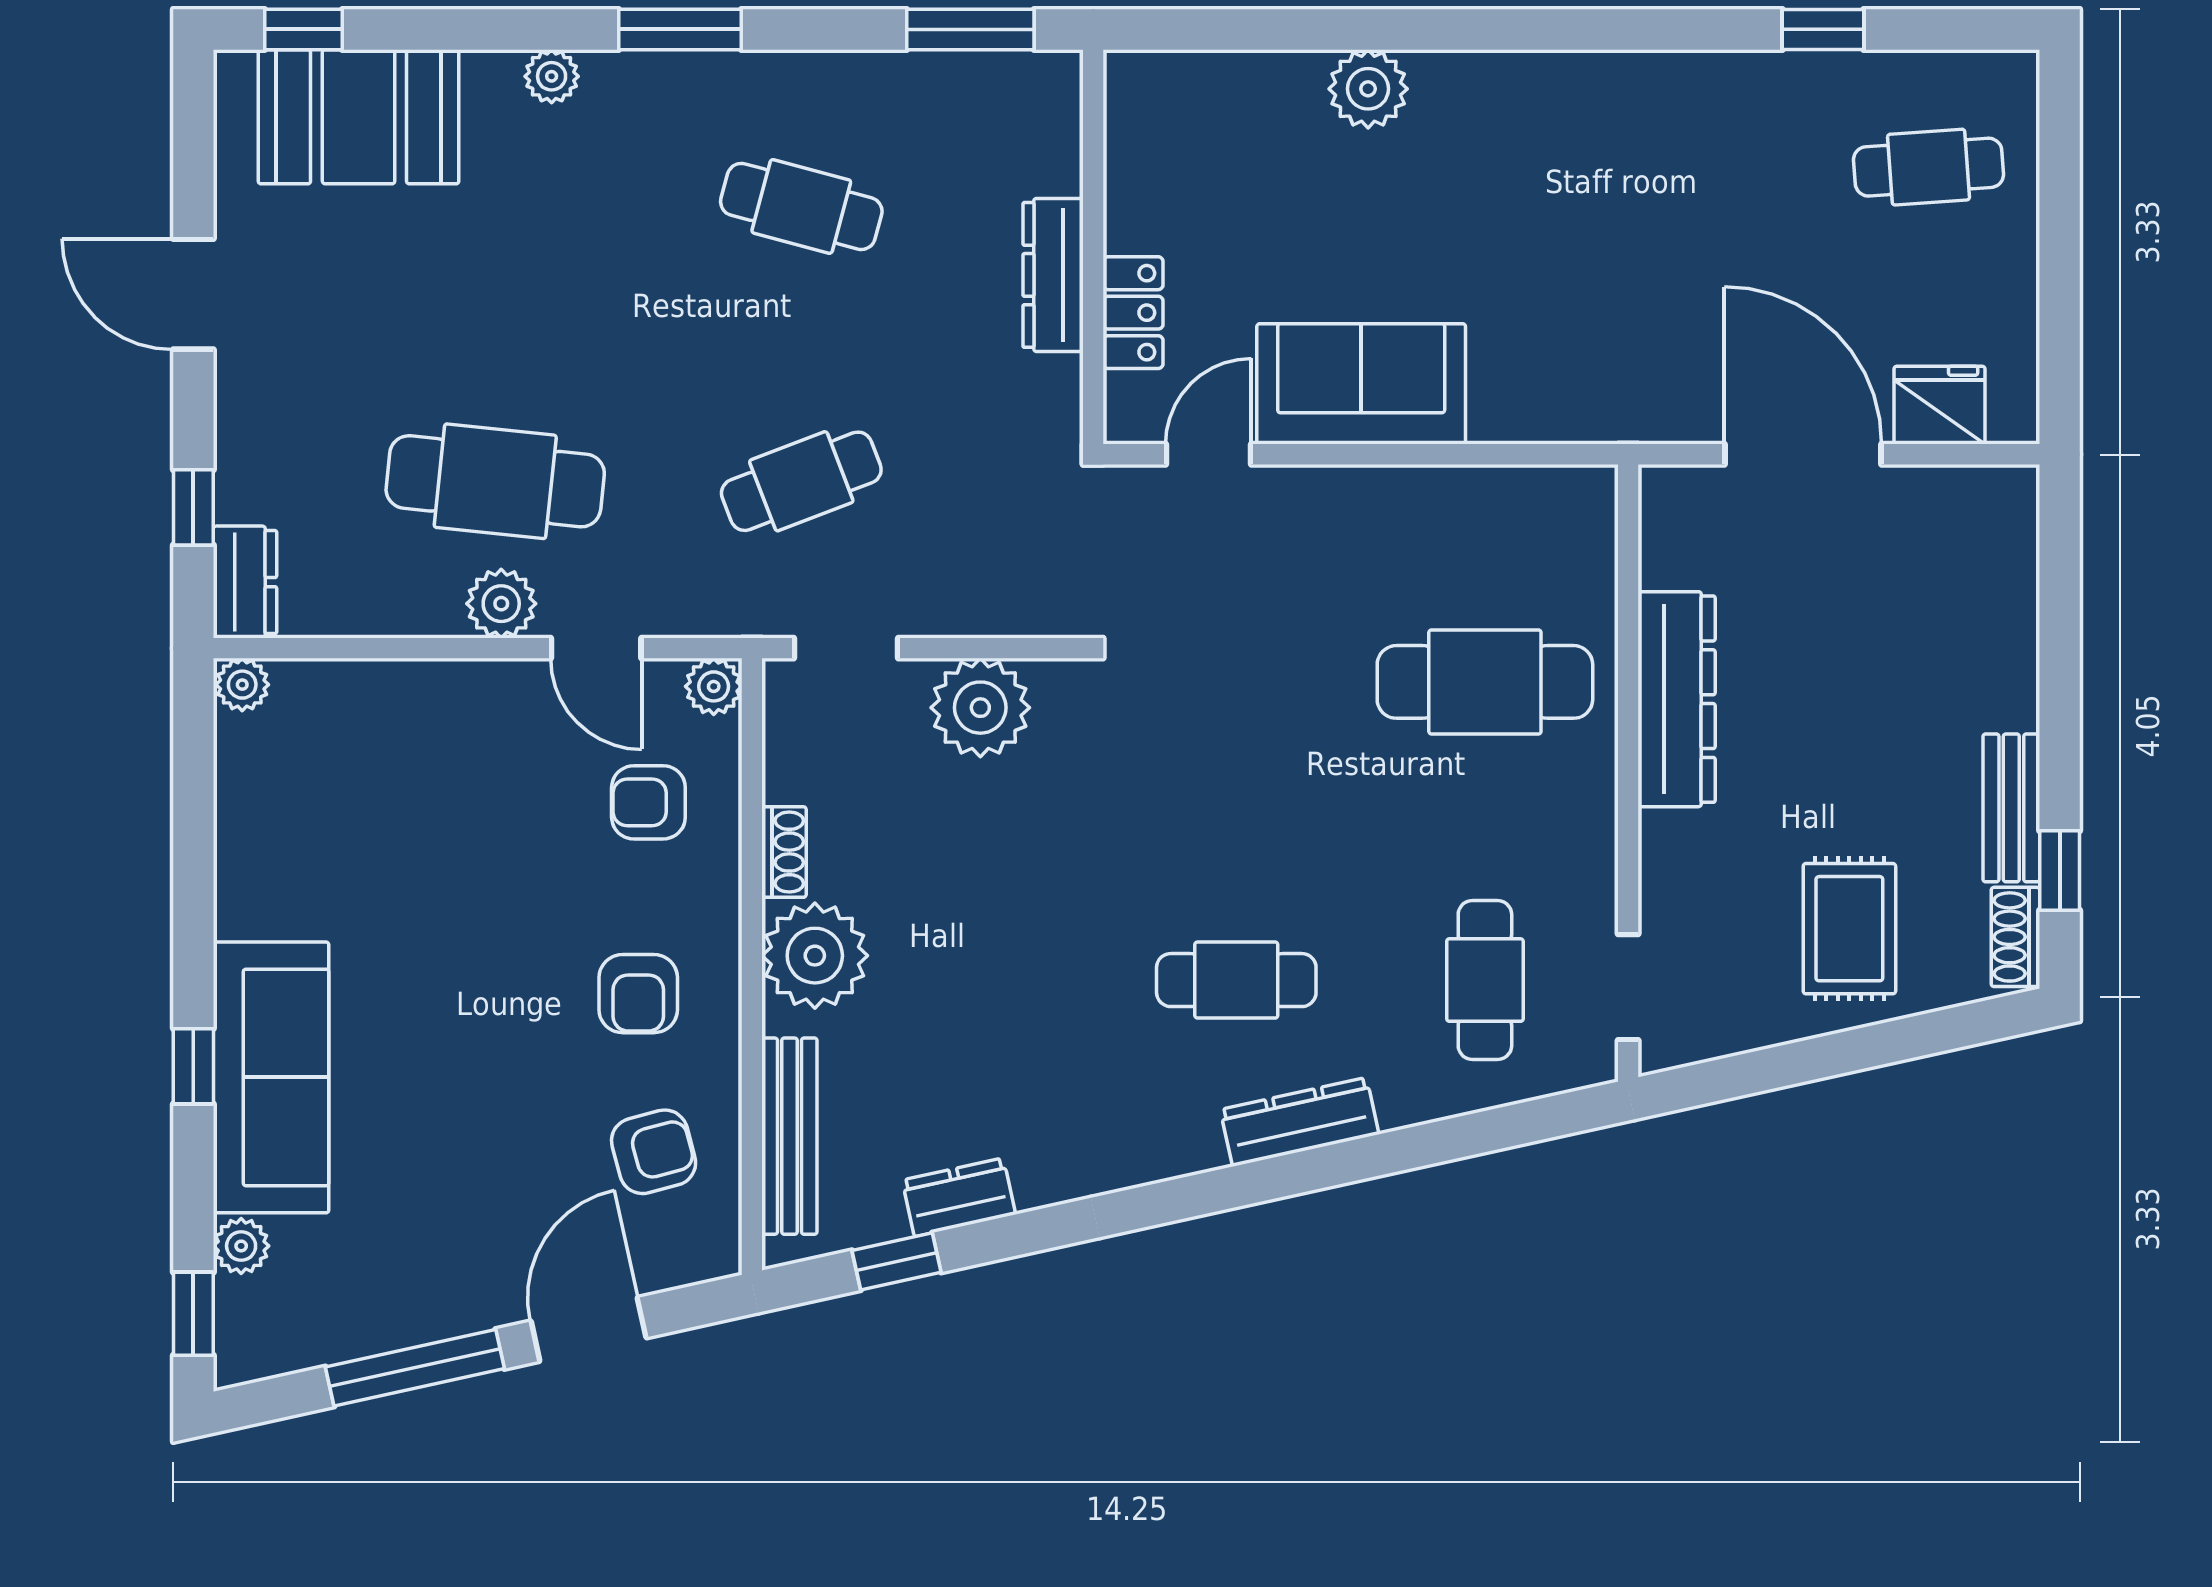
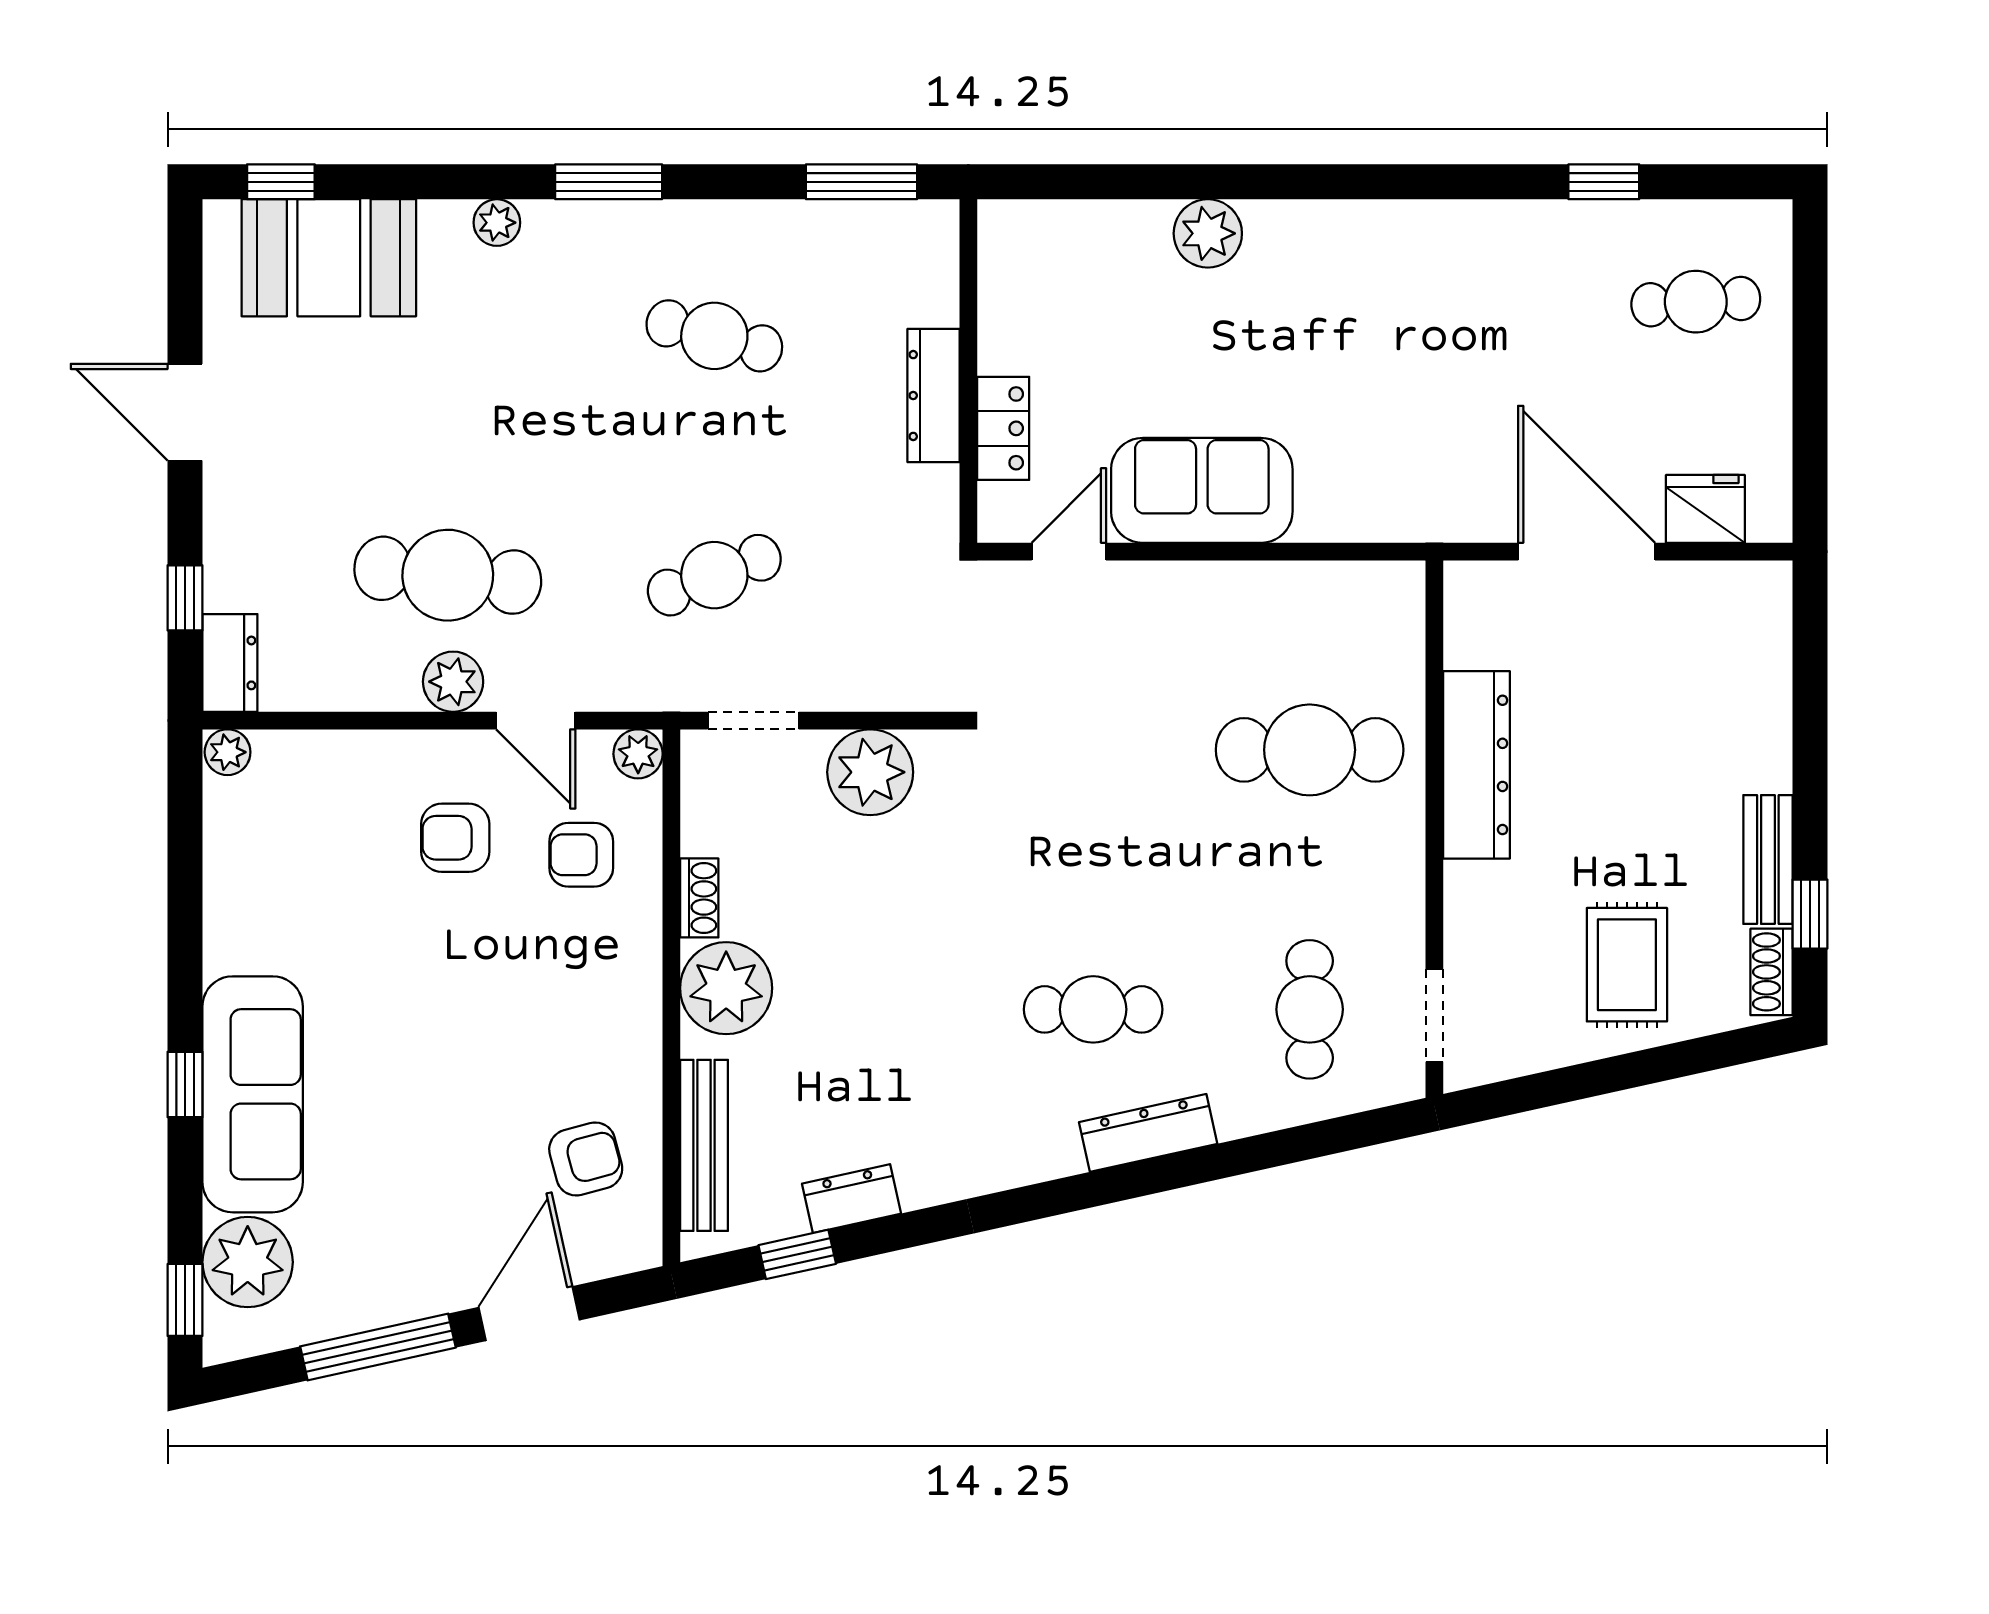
armchair: (638, 994) -> (455, 838), moved, turned 90
plant: (241, 1246) -> (248, 1262), width x1.88, depth x1.88

